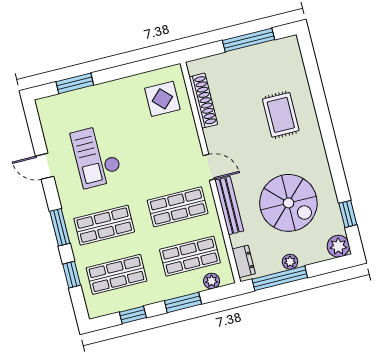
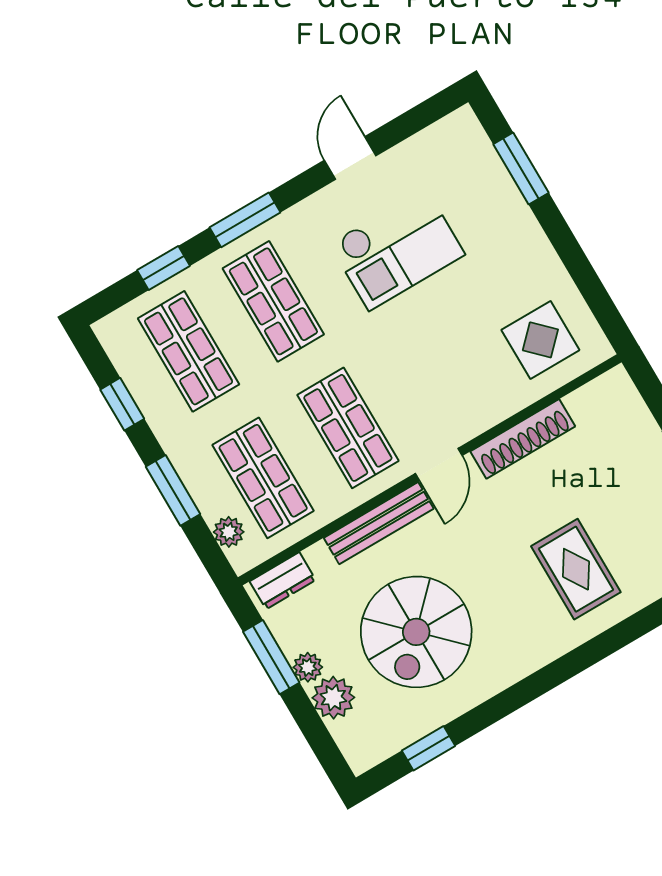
shoe rack: (203, 101) -> (523, 439), moved
rug: (281, 115) -> (576, 569), turned 90
checkout: (96, 156) -> (397, 249), turned 180
plant: (338, 246) -> (333, 698), moved
window: (280, 278) -> (271, 657), width x0.69

